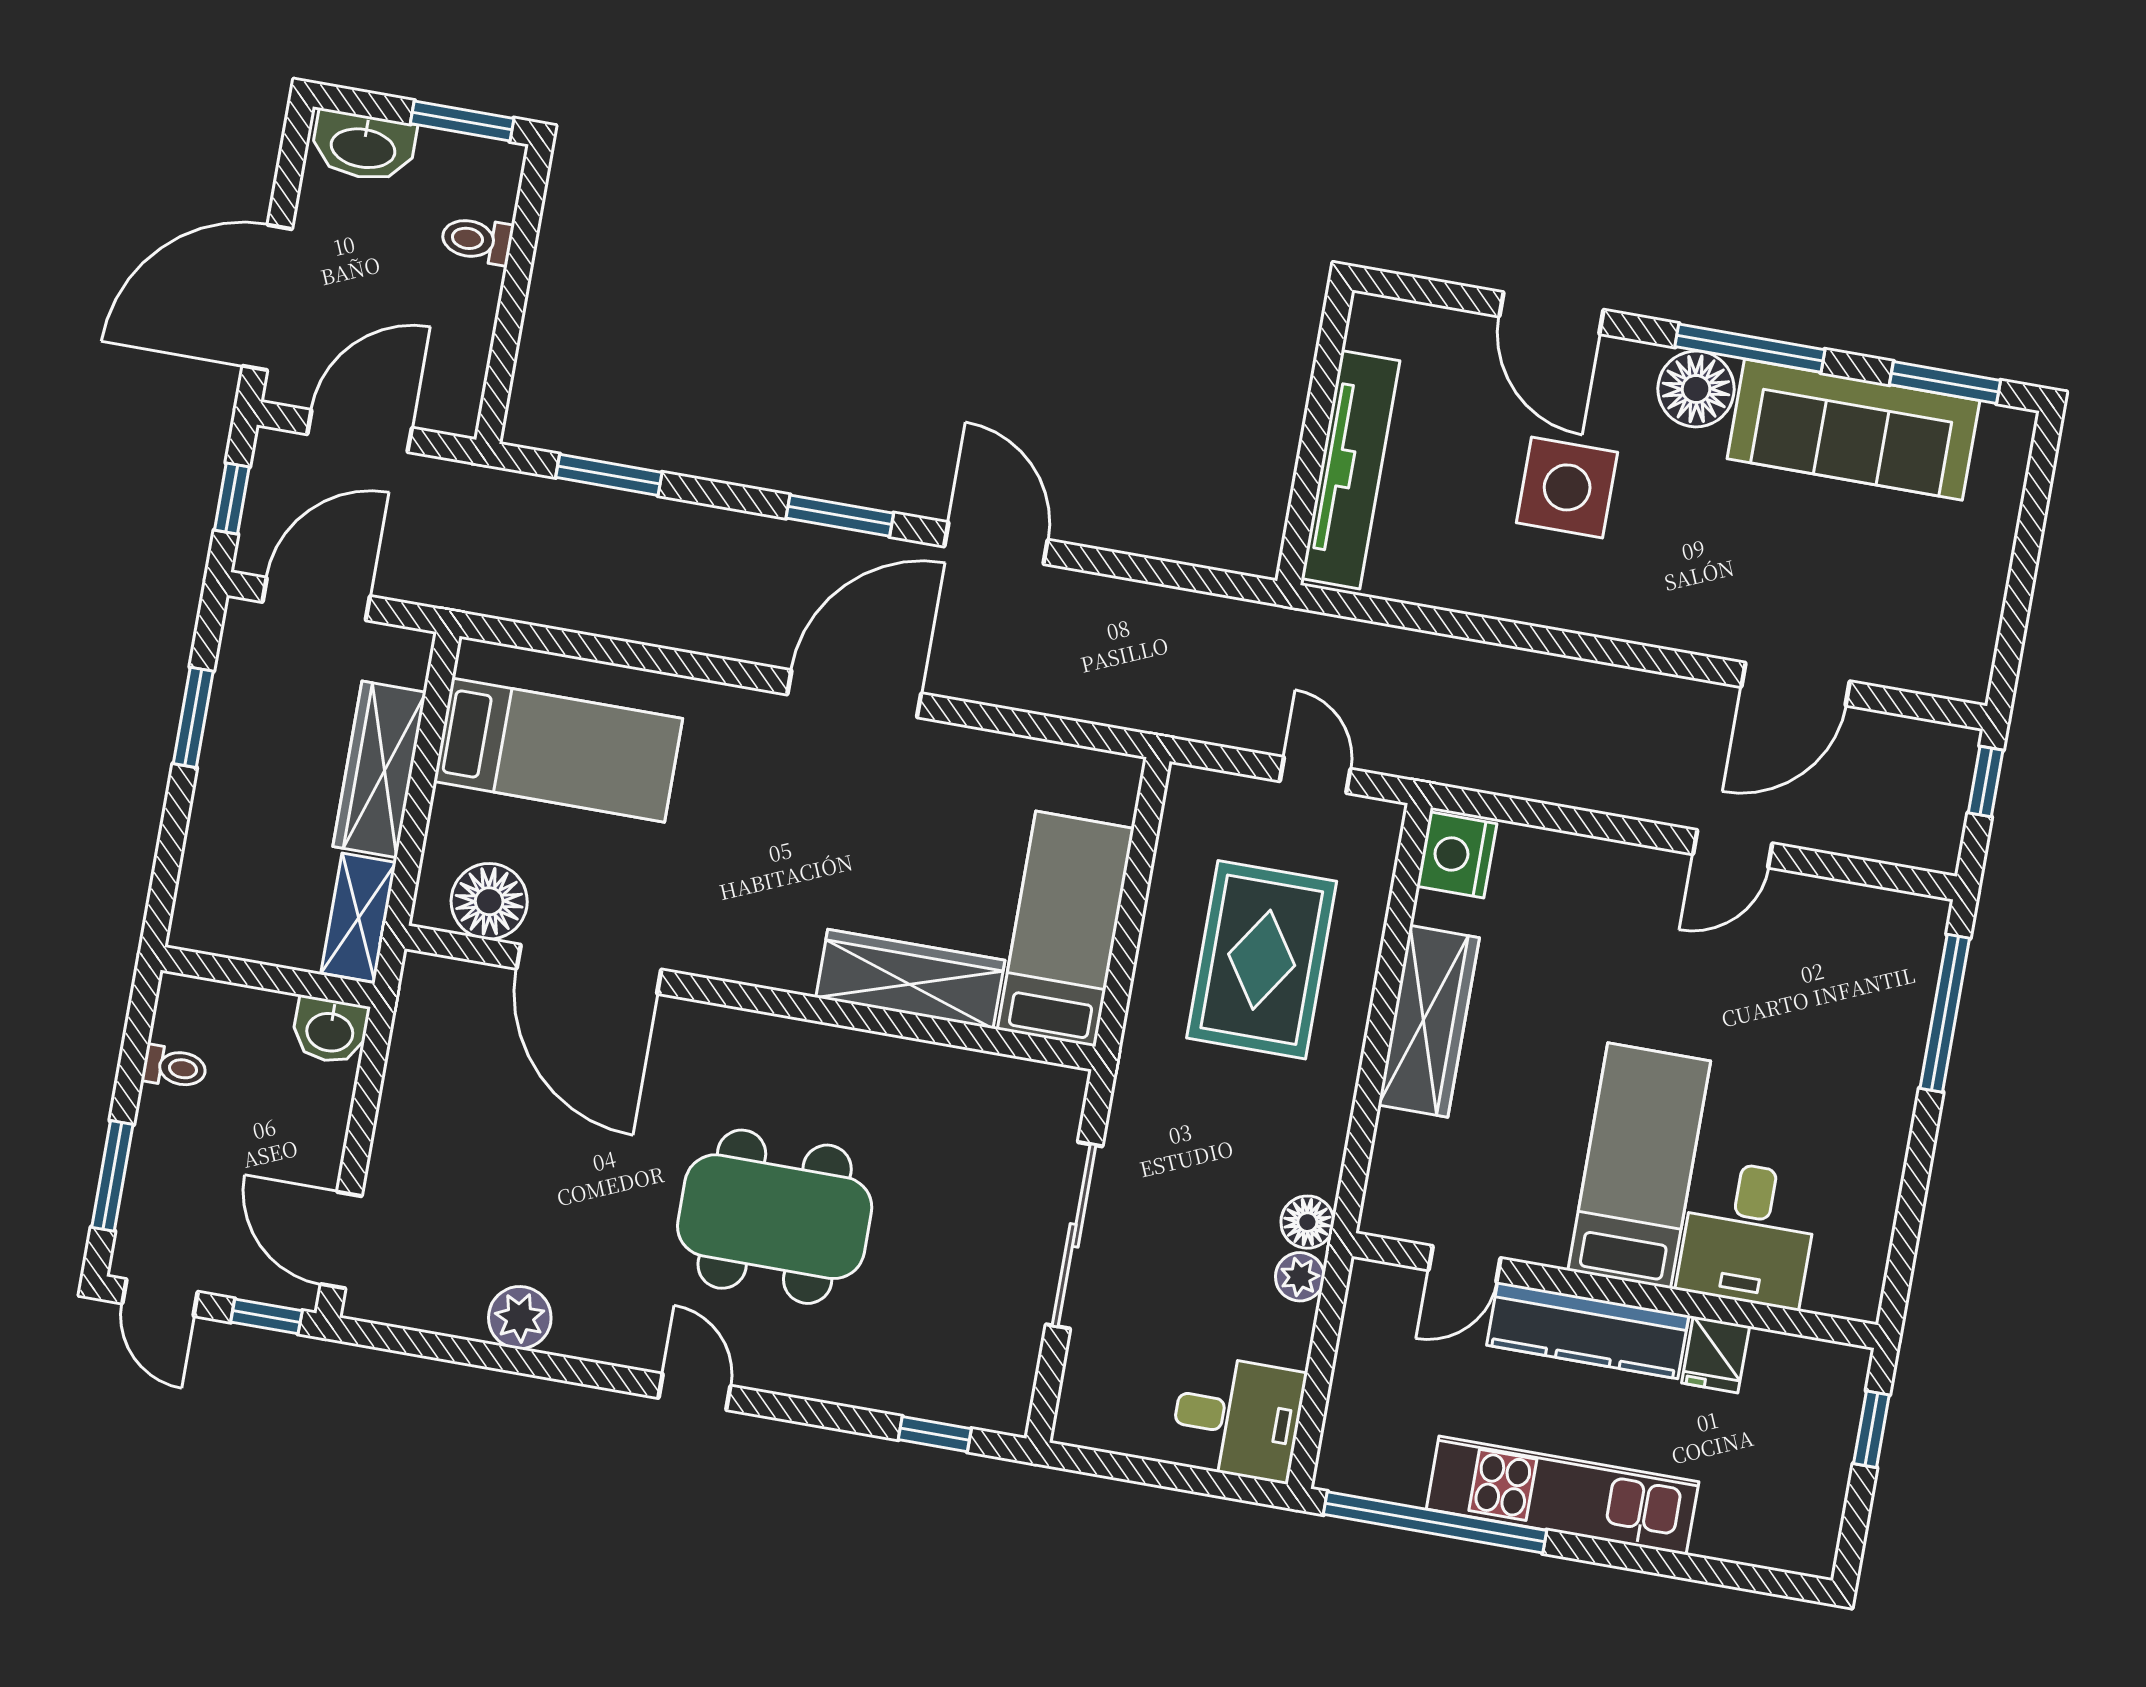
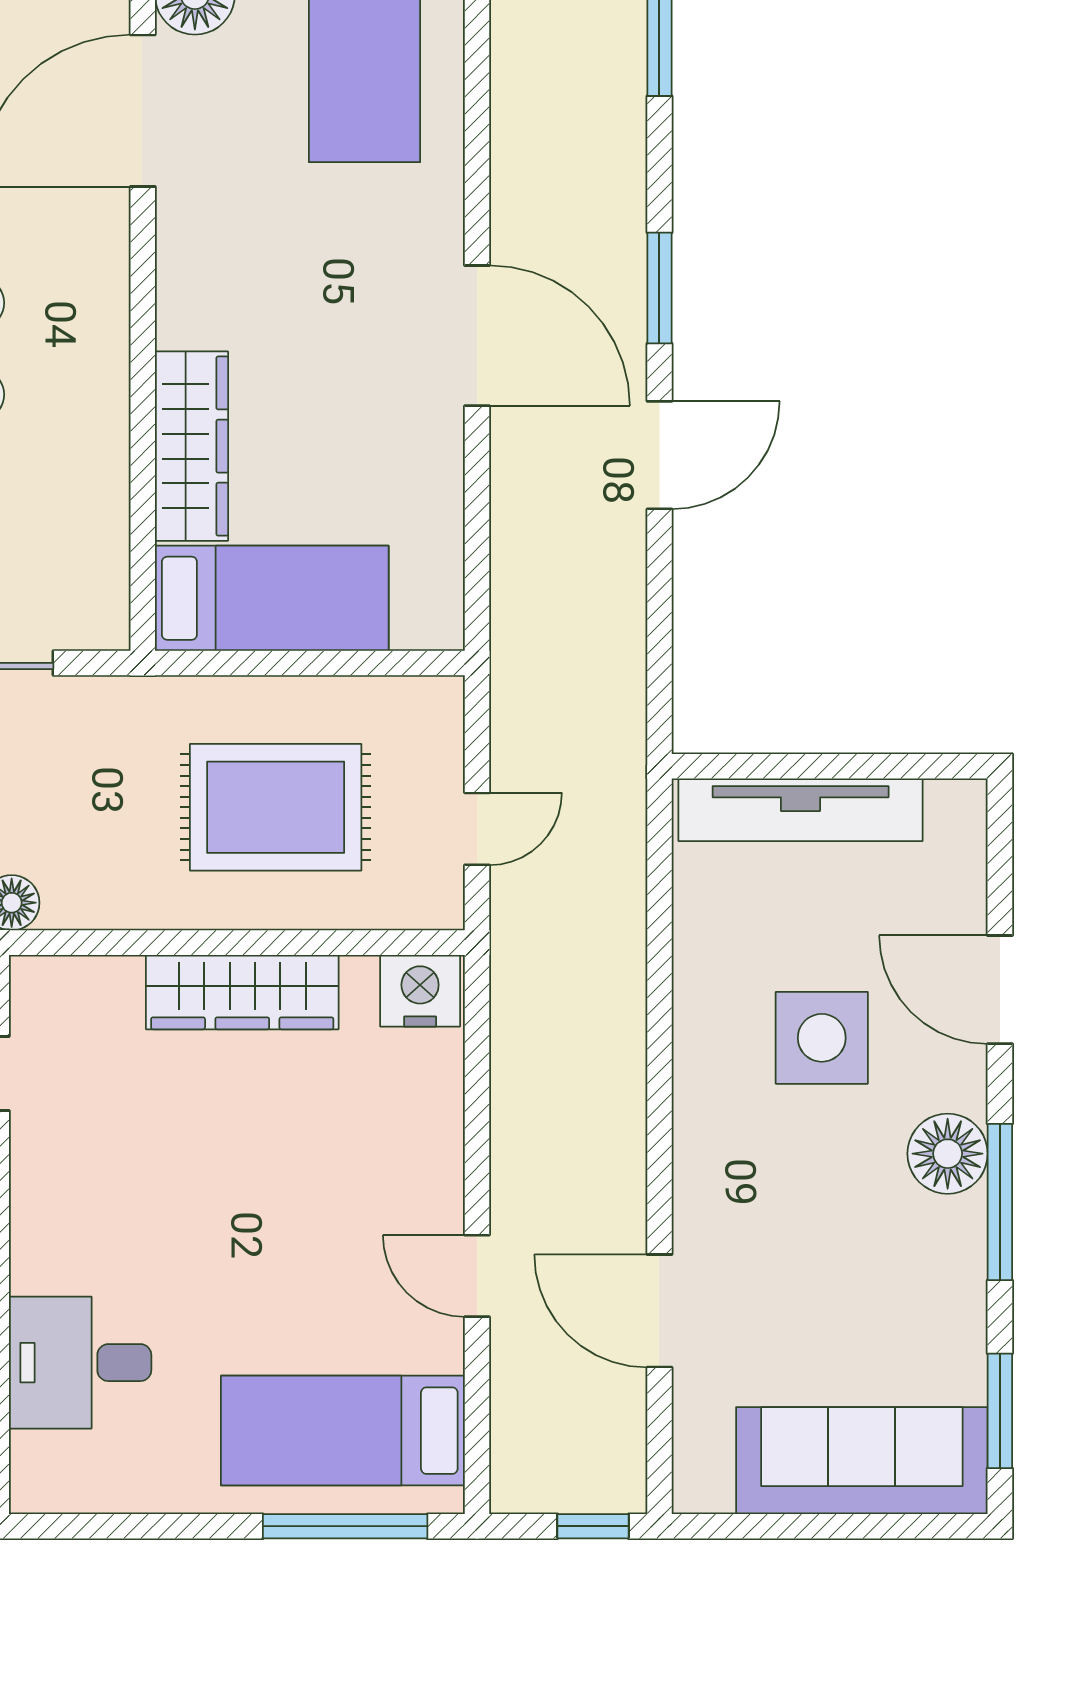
door: (1551, 313) -> (1000, 990), hinge flipped
sofa: (1853, 430) -> (862, 1461), moved, turned 90
bed: (1639, 1166) -> (343, 1431), moved, turned 180

